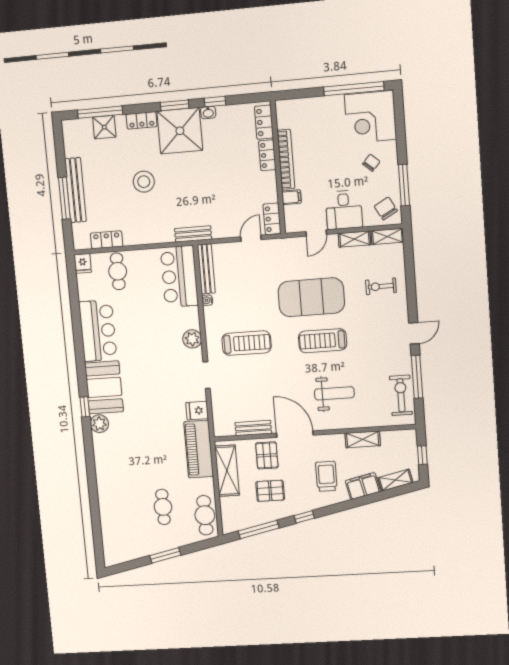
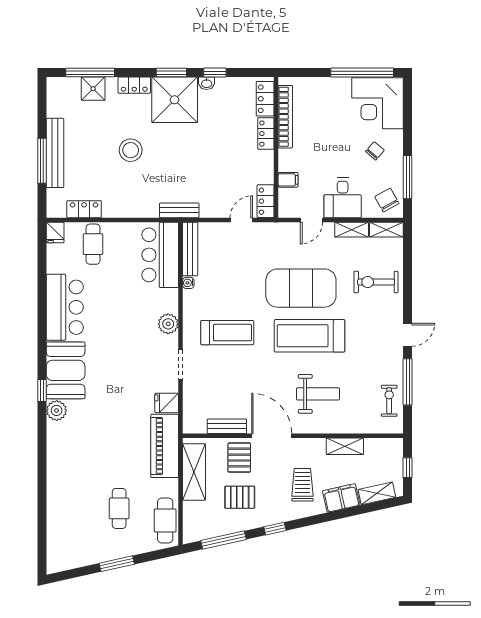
bookcase: (286, 159) -> (285, 117), moved
exercise bike: (381, 286) -> (376, 282), width x1.38, depth x1.39
treadmill: (323, 341) -> (310, 336), width x1.37, depth x1.38
exercise bike: (401, 395) -> (389, 401), width x0.73, depth x0.72

